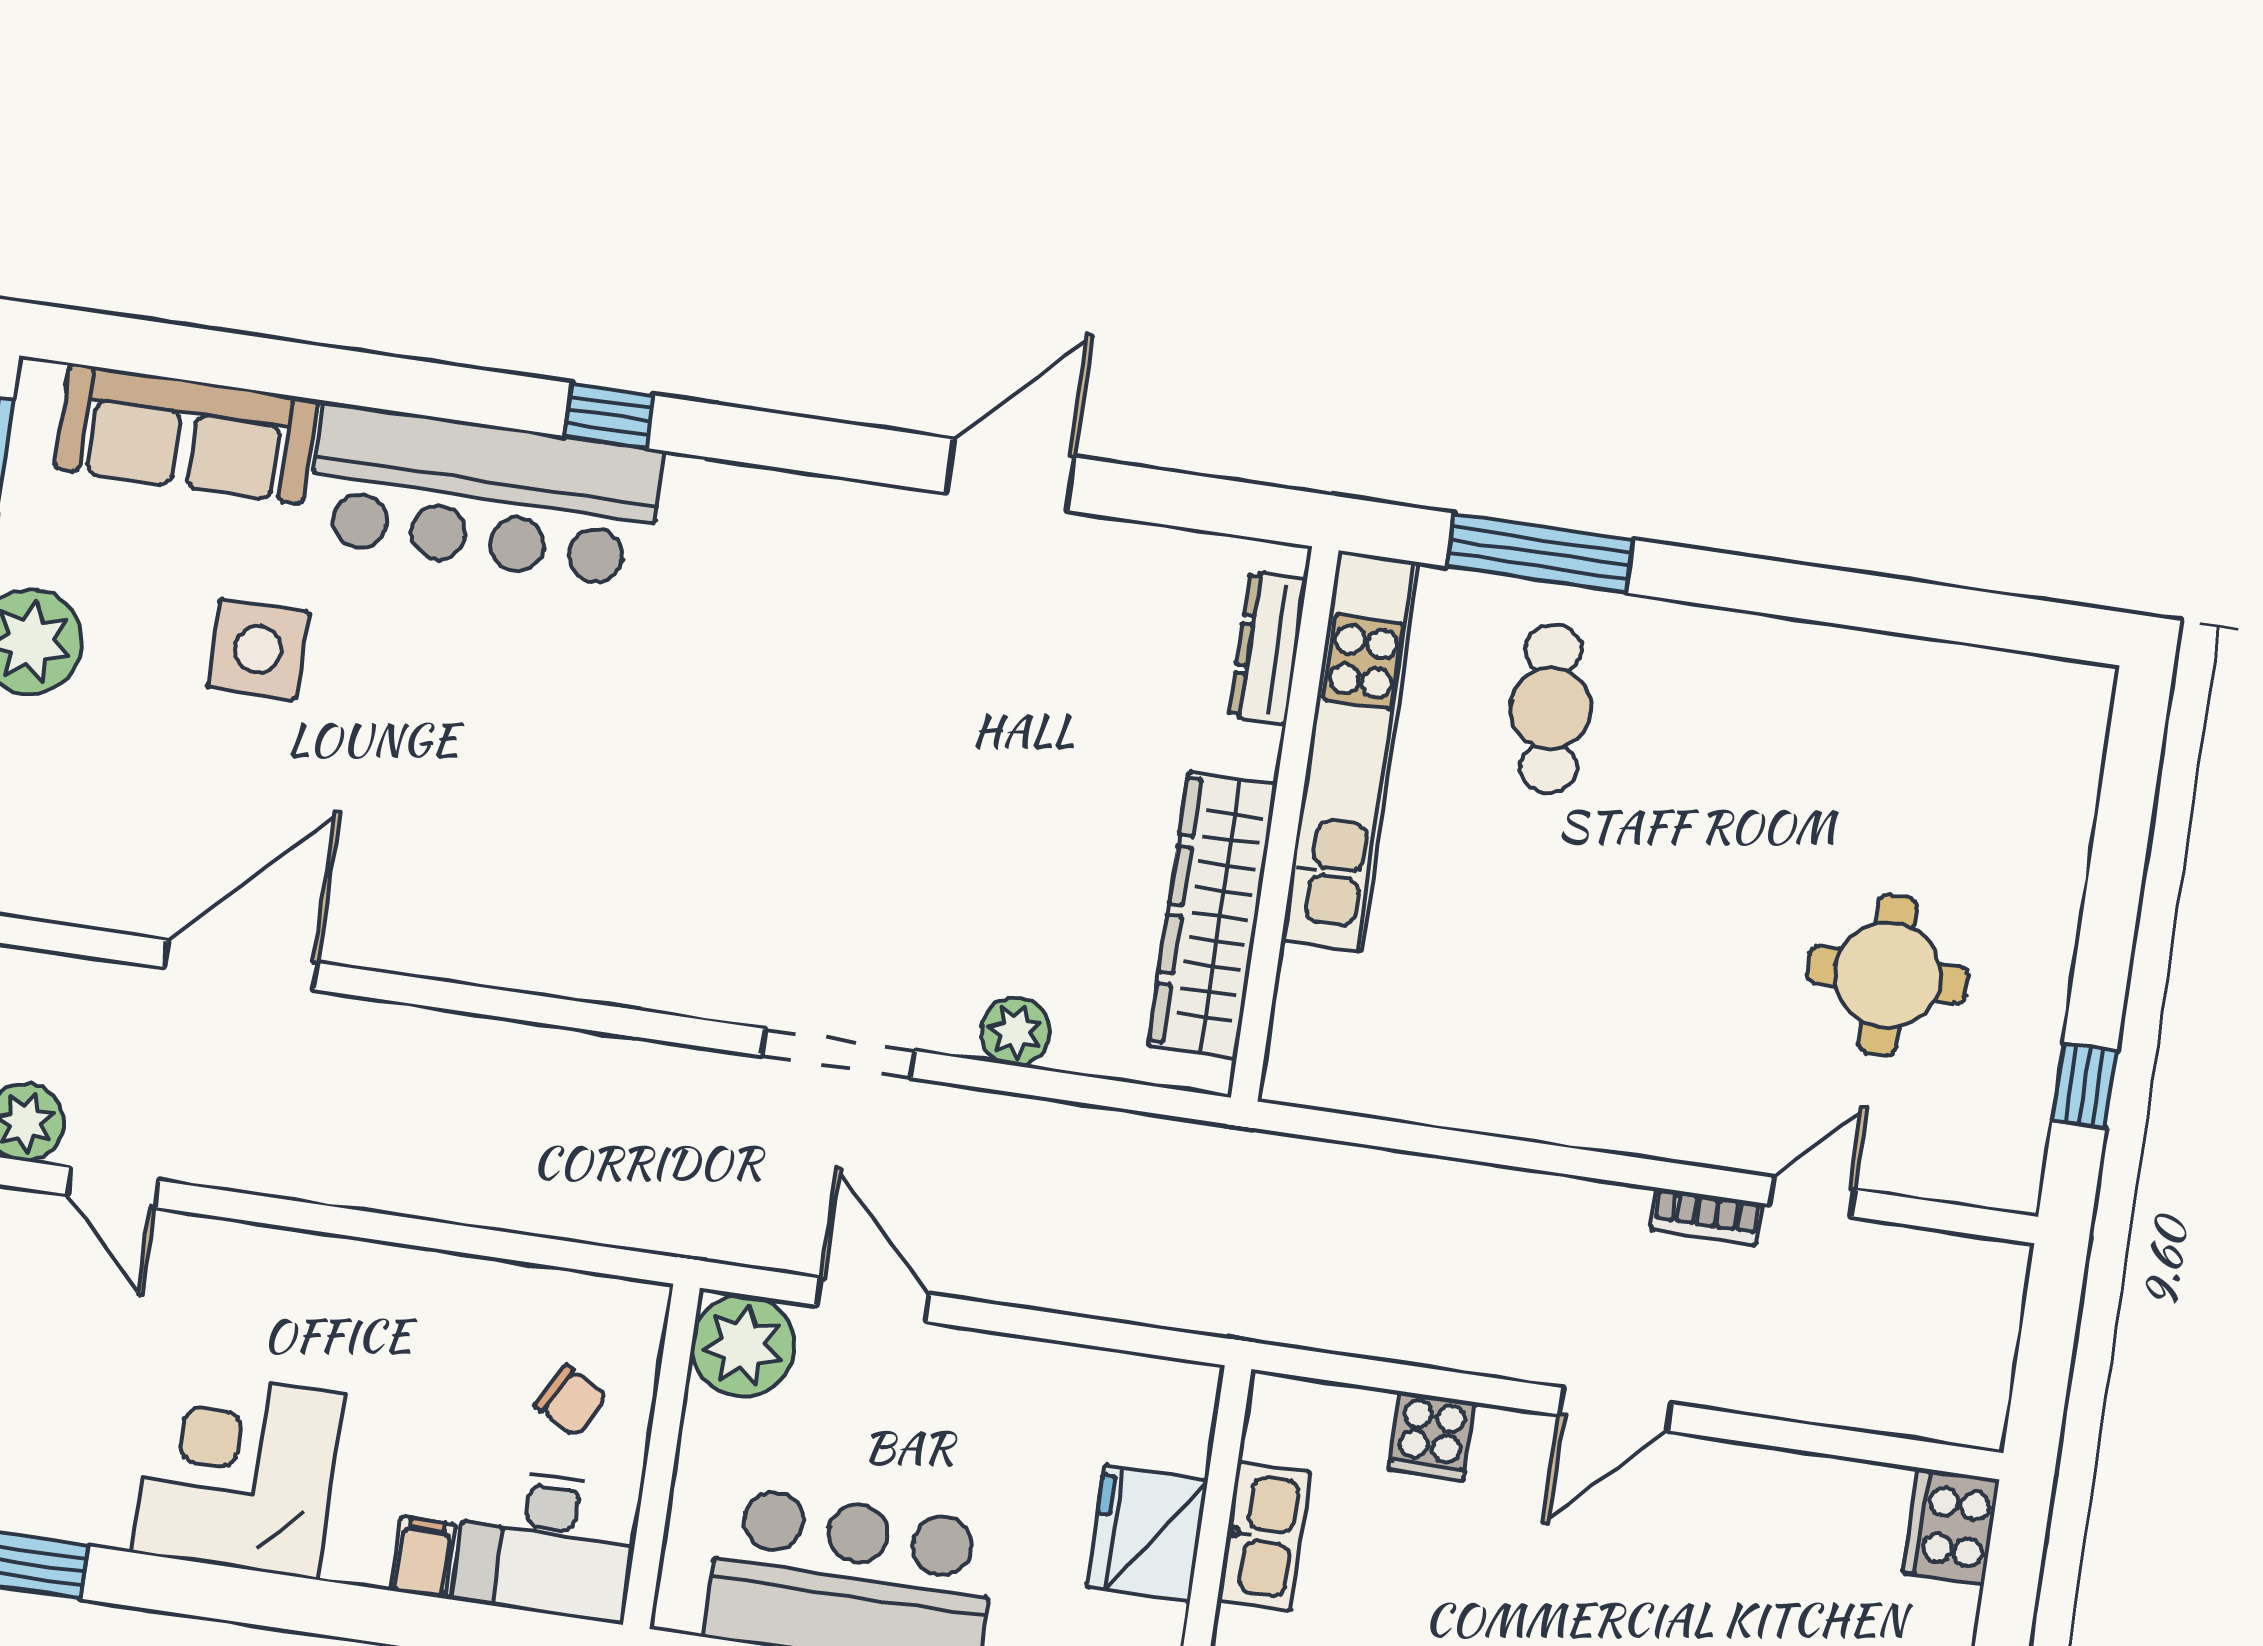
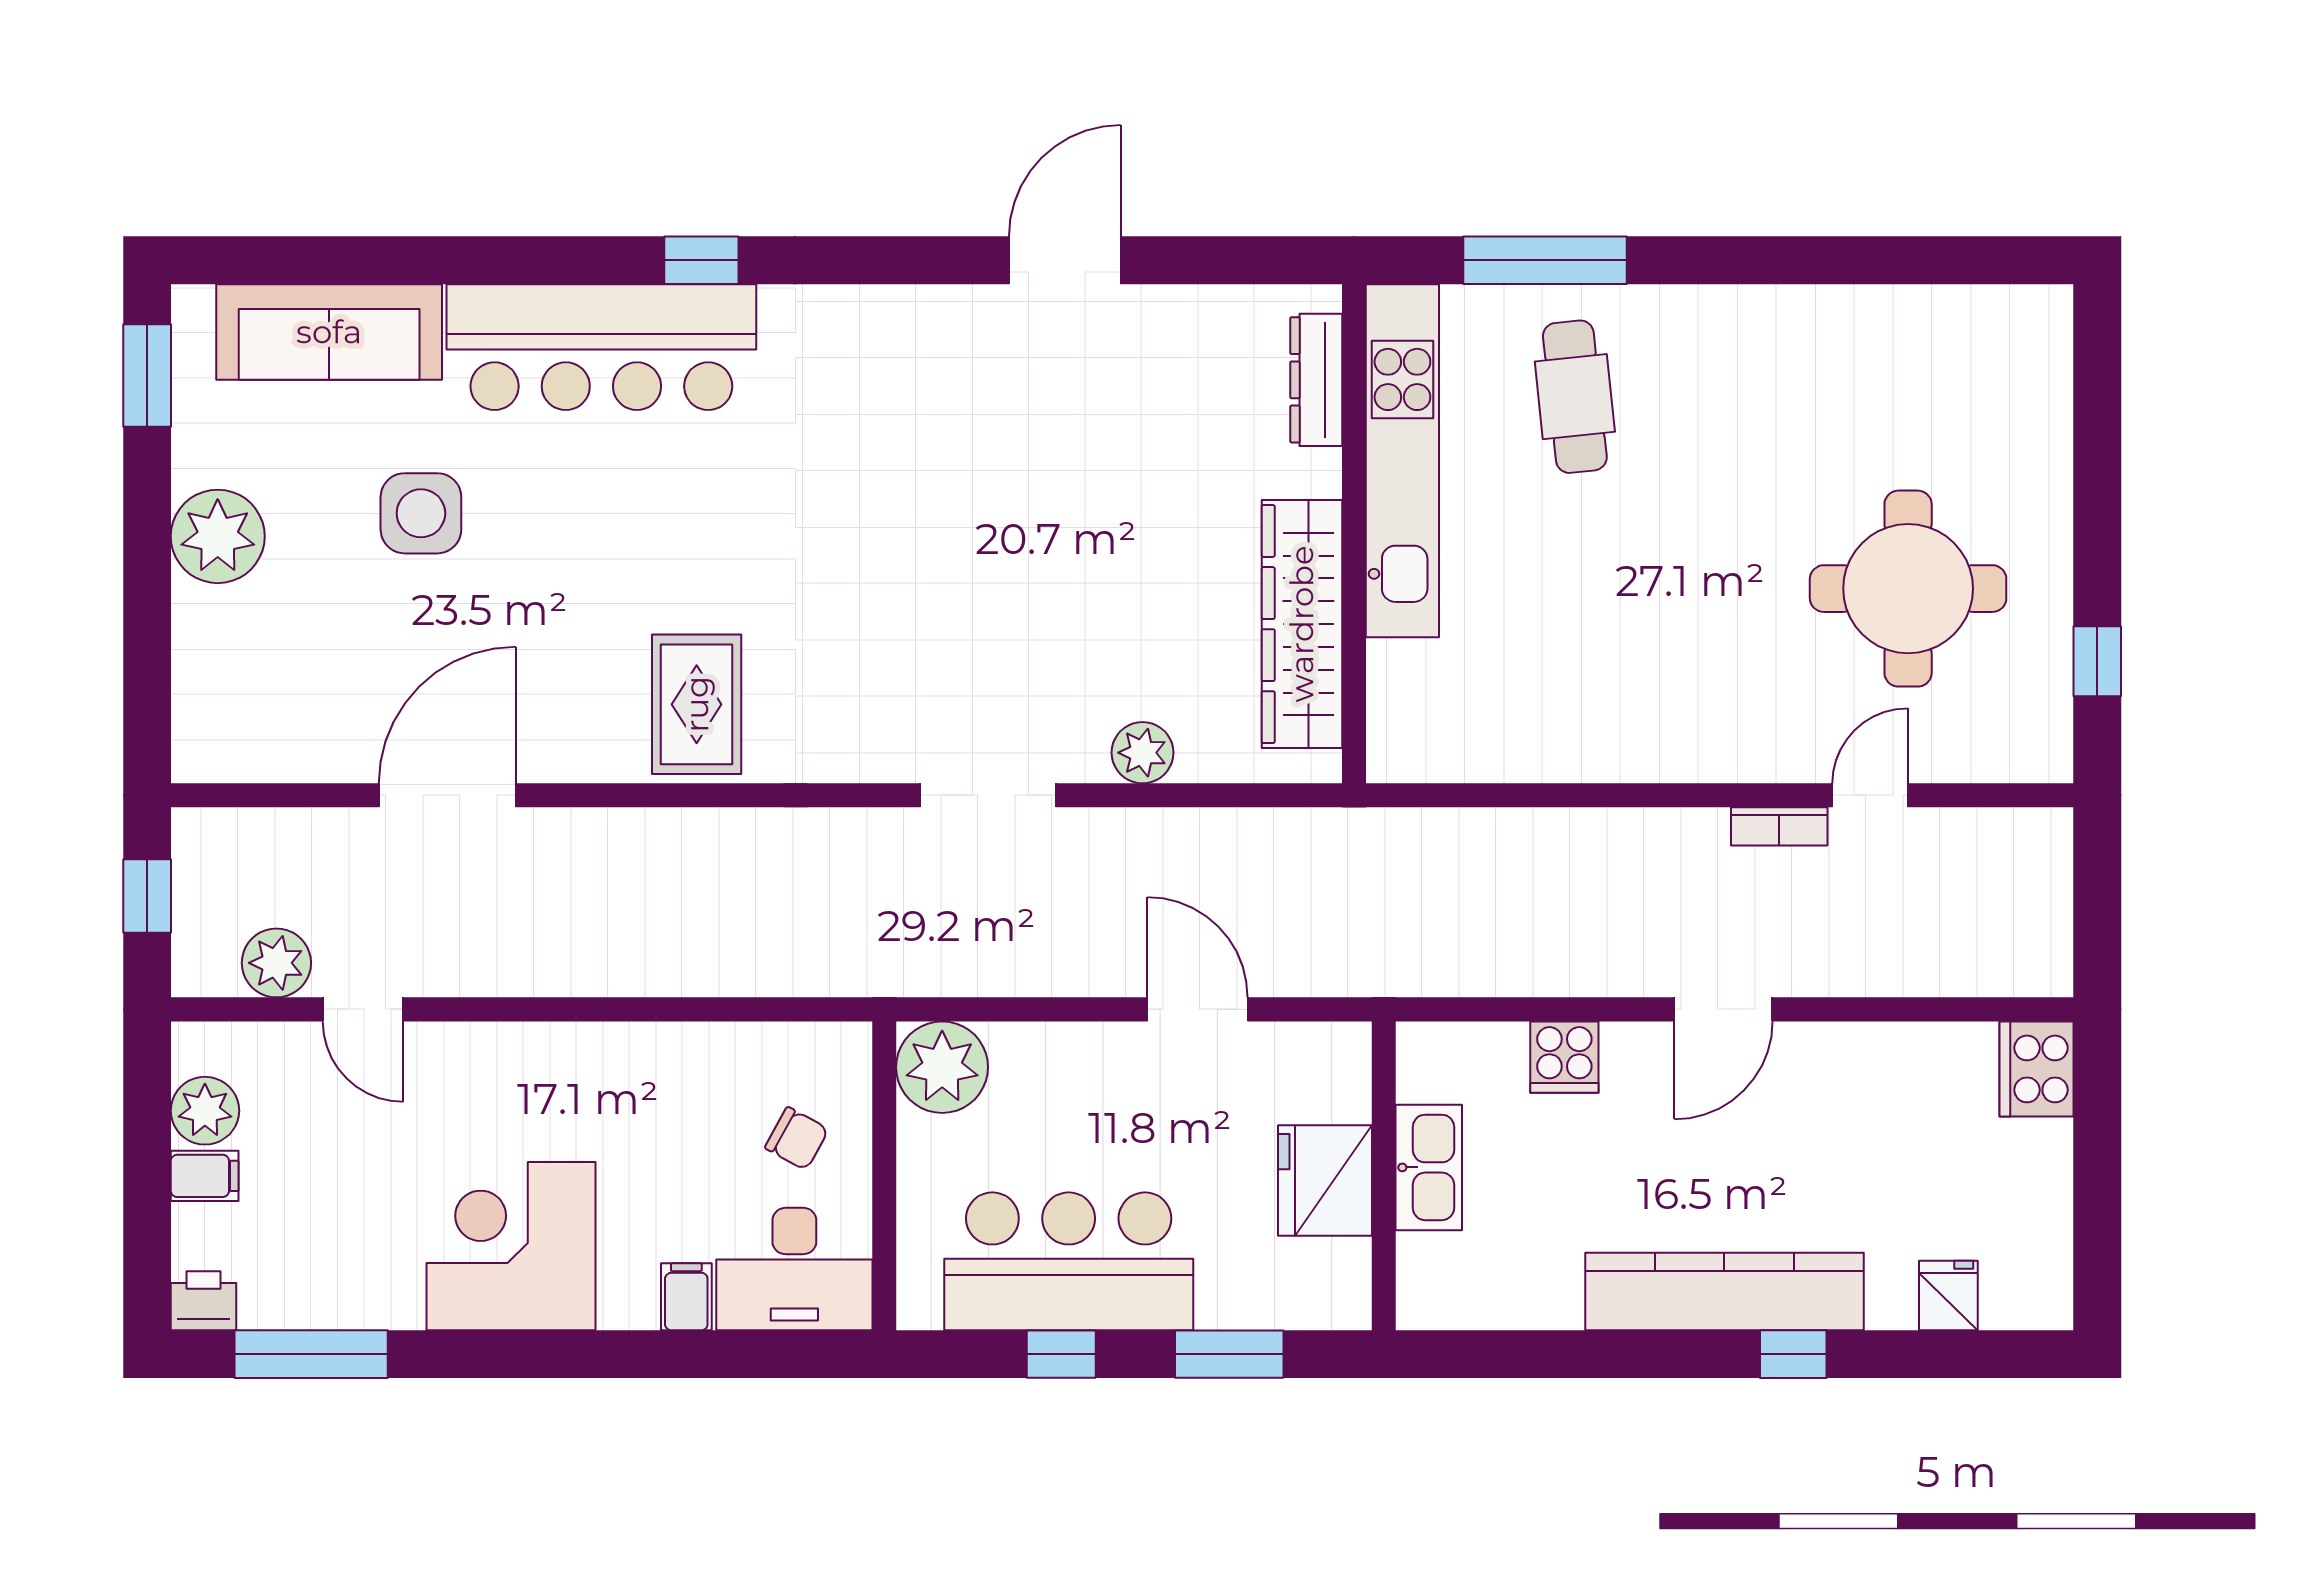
rug: (531, 905) -> (697, 704), added
round table: (1888, 975) -> (1908, 589), width x1.36, depth x1.36
door: (873, 1300) -> (1198, 1009), moved

